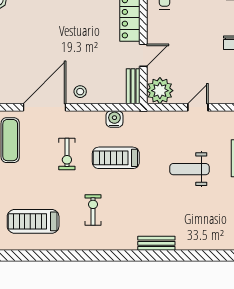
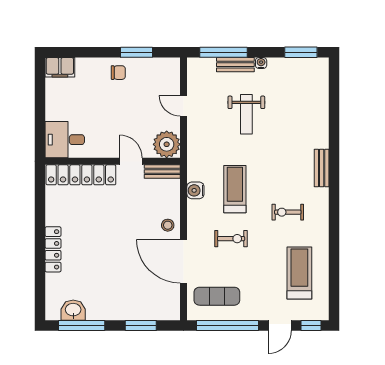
treadmill: (116, 158) -> (235, 189), turned 180
treadmill: (33, 221) -> (299, 273), turned 180
bench: (156, 243) -> (322, 168), moved

